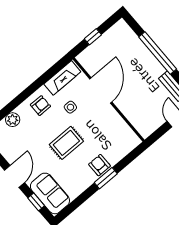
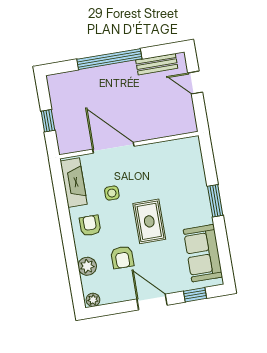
armchair: (99, 165) -> (122, 257), moved, turned -90
sofa: (50, 193) -> (203, 253), moved, turned -90

